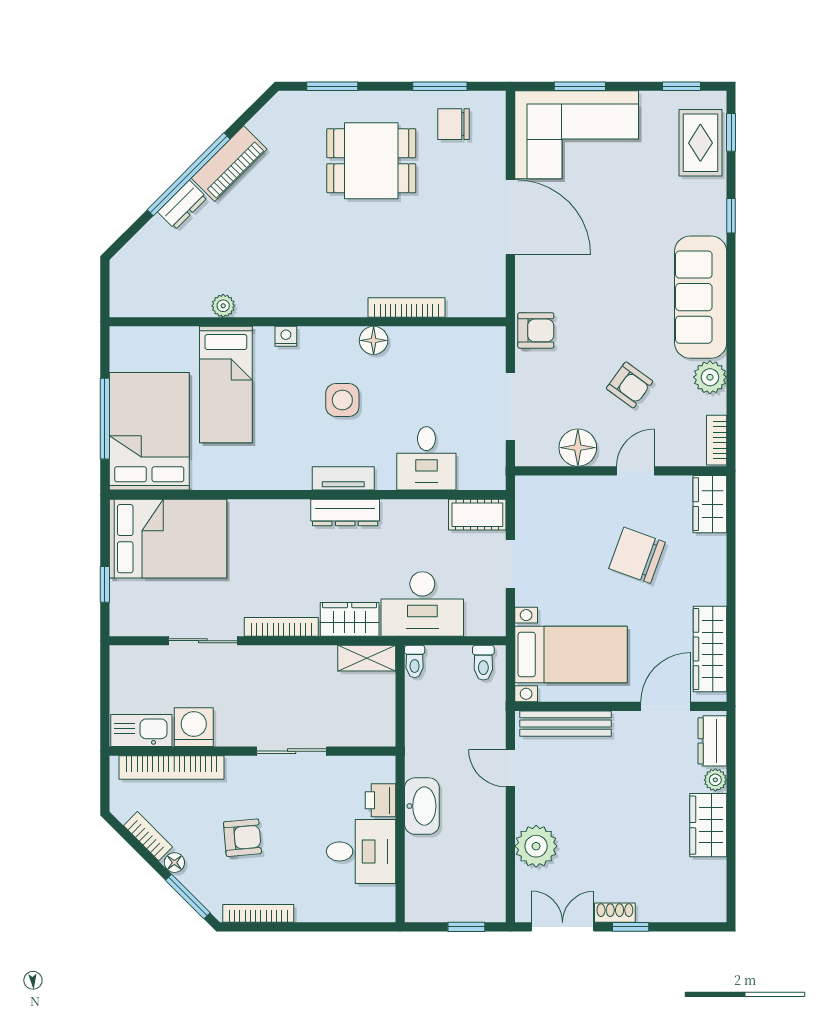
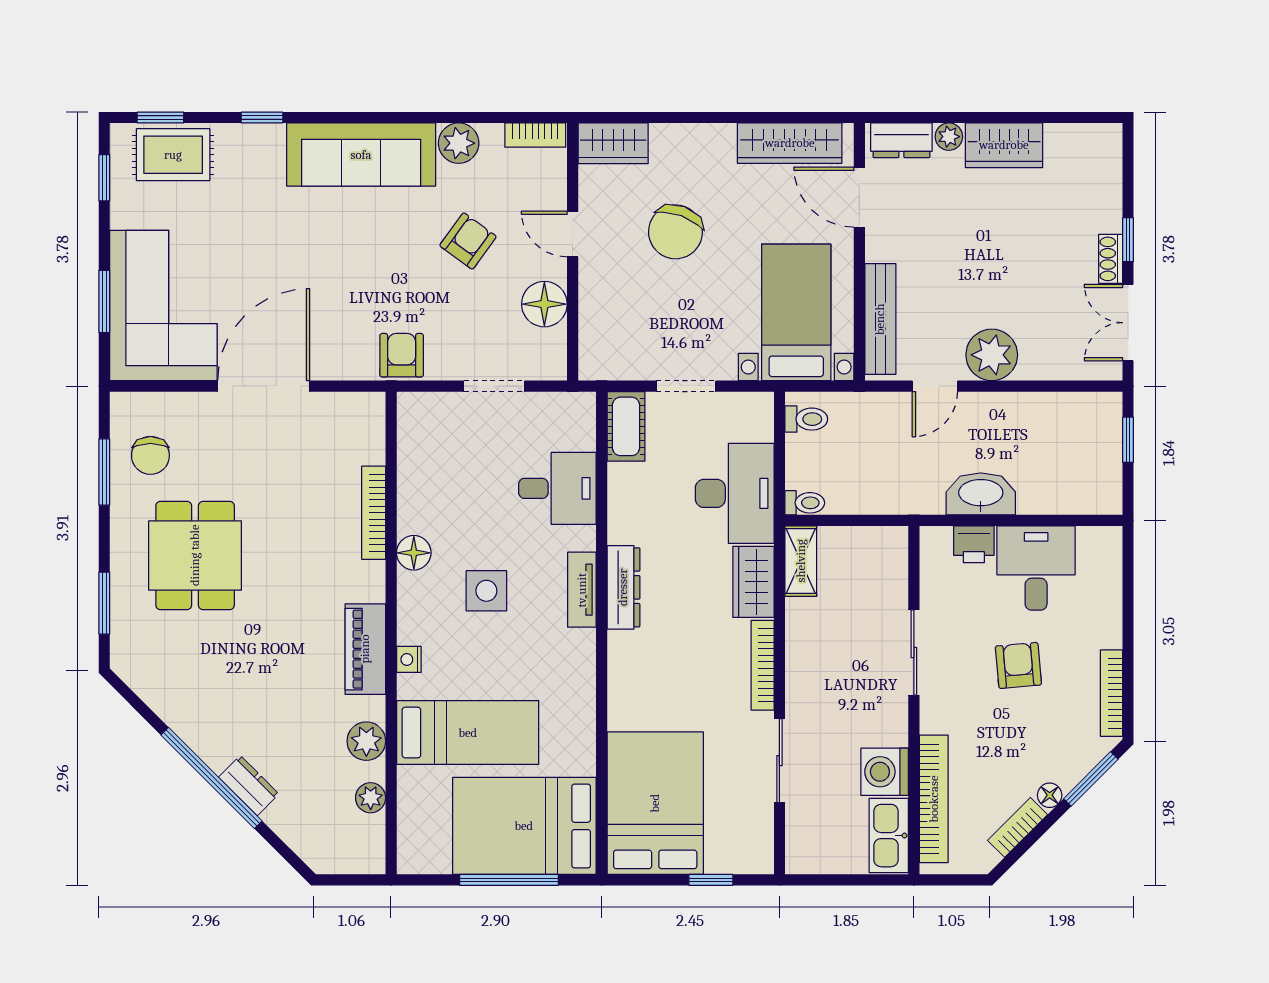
piano: (229, 164) -> (365, 649), moved, turned -135
plant: (172, 305) -> (371, 798), added
plant: (223, 306) -> (366, 741), width x1.38, depth x1.38
doorway: (510, 407) -> (494, 386), width x0.73
armchair: (242, 838) -> (1018, 665), moved
plant: (536, 846) -> (992, 355), moved

